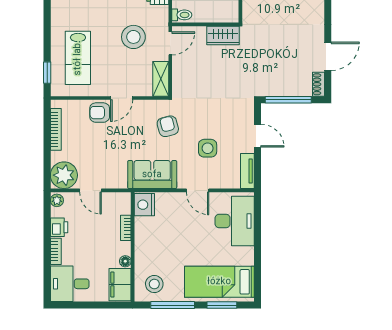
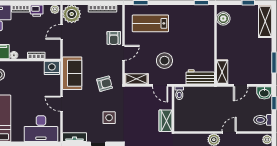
door: (122, 98) -> (124, 53), swing flipped
armchair: (100, 113) -> (114, 38), turned 180
side table: (208, 148) -> (109, 118), moved
door: (198, 190) -> (61, 104), hinge flipped

